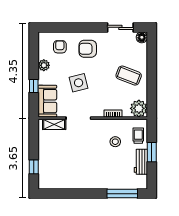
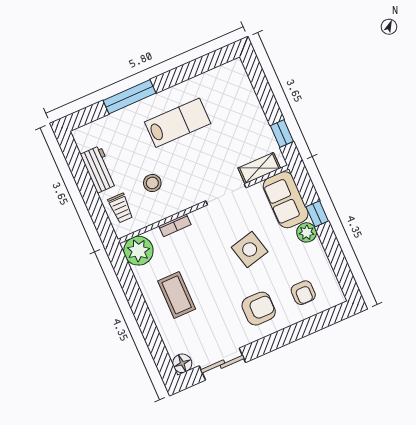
plant: (44, 65) -> (307, 232), moved
coffee table: (129, 76) -> (177, 295), turned 69
window: (152, 152) -> (89, 192), removed
window: (34, 167) -> (282, 133), moved
lab bench: (87, 168) -> (178, 123), added
window: (122, 194) -> (129, 97), moved

